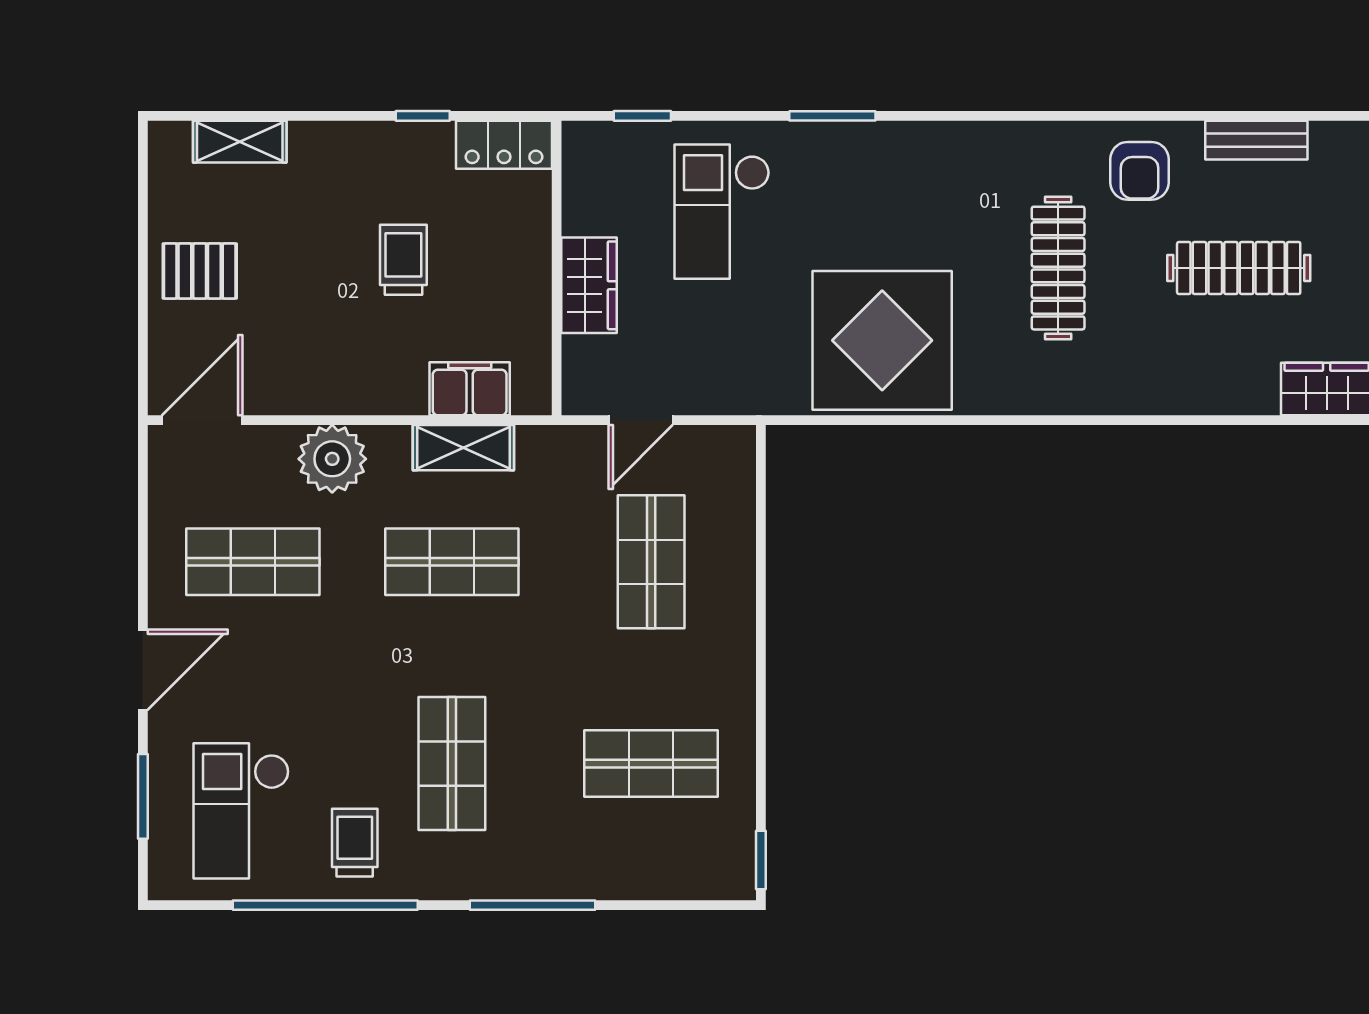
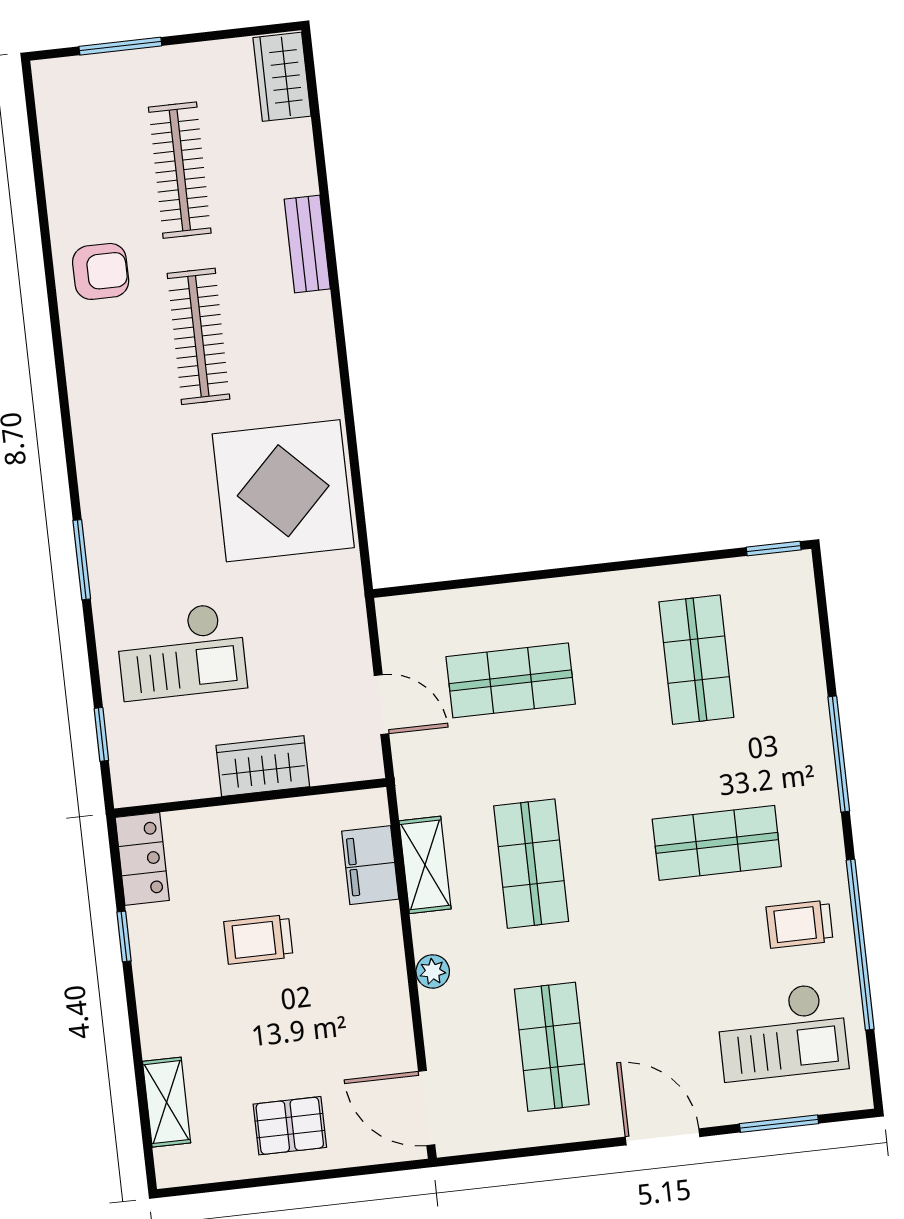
bench: (1256, 140) -> (307, 244), moved
clothes rail: (1058, 268) -> (198, 336), turned 90
pallet: (200, 271) -> (290, 1126), turned 90
plant: (332, 459) -> (433, 971), width x0.53, depth x0.53

